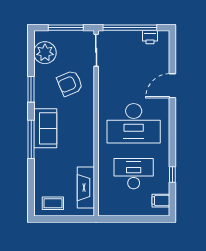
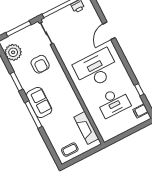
armchair: (70, 83) -> (40, 64), turned -67
desk: (134, 123) -> (96, 69), turned 180
desk: (134, 174) -> (113, 102), turned 180

